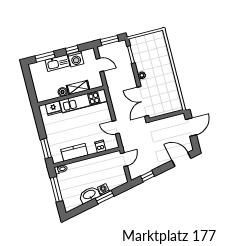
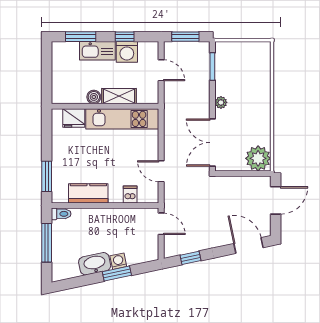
plant: (174, 104) -> (258, 158), added
door: (124, 160) -> (161, 224), hinge flipped

